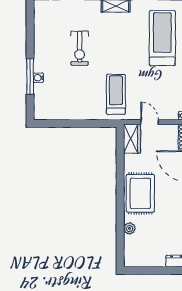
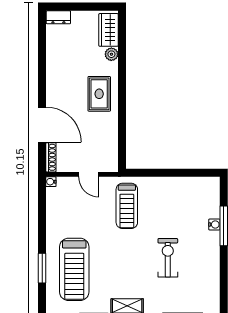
wardrobe: (132, 139) -> (108, 30), moved
rug: (140, 193) -> (99, 94), width x0.73, depth x0.70

